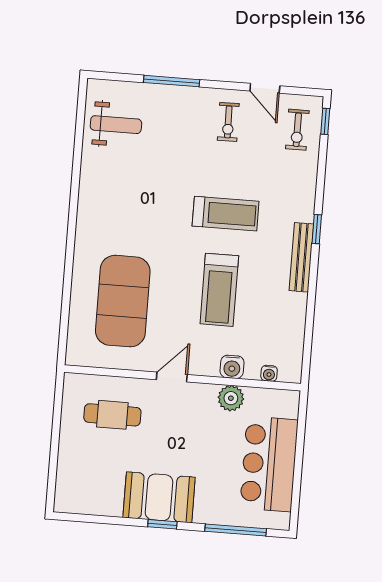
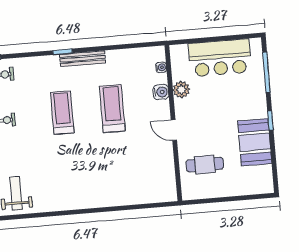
treadmill: (219, 290) -> (112, 109), turned -90
exercise mat: (123, 301) -> (130, 170), removed
cafe table: (112, 415) -> (205, 165), turned 90
booth: (159, 497) -> (255, 142), moved

